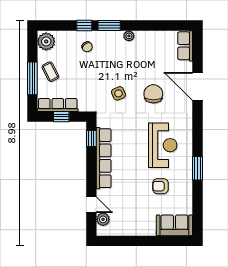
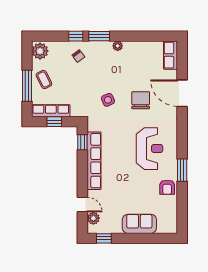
armchair: (160, 186) -> (167, 187), moved, turned -90
sofa: (174, 225) -> (139, 224), moved
window: (114, 241) -> (104, 238), added

